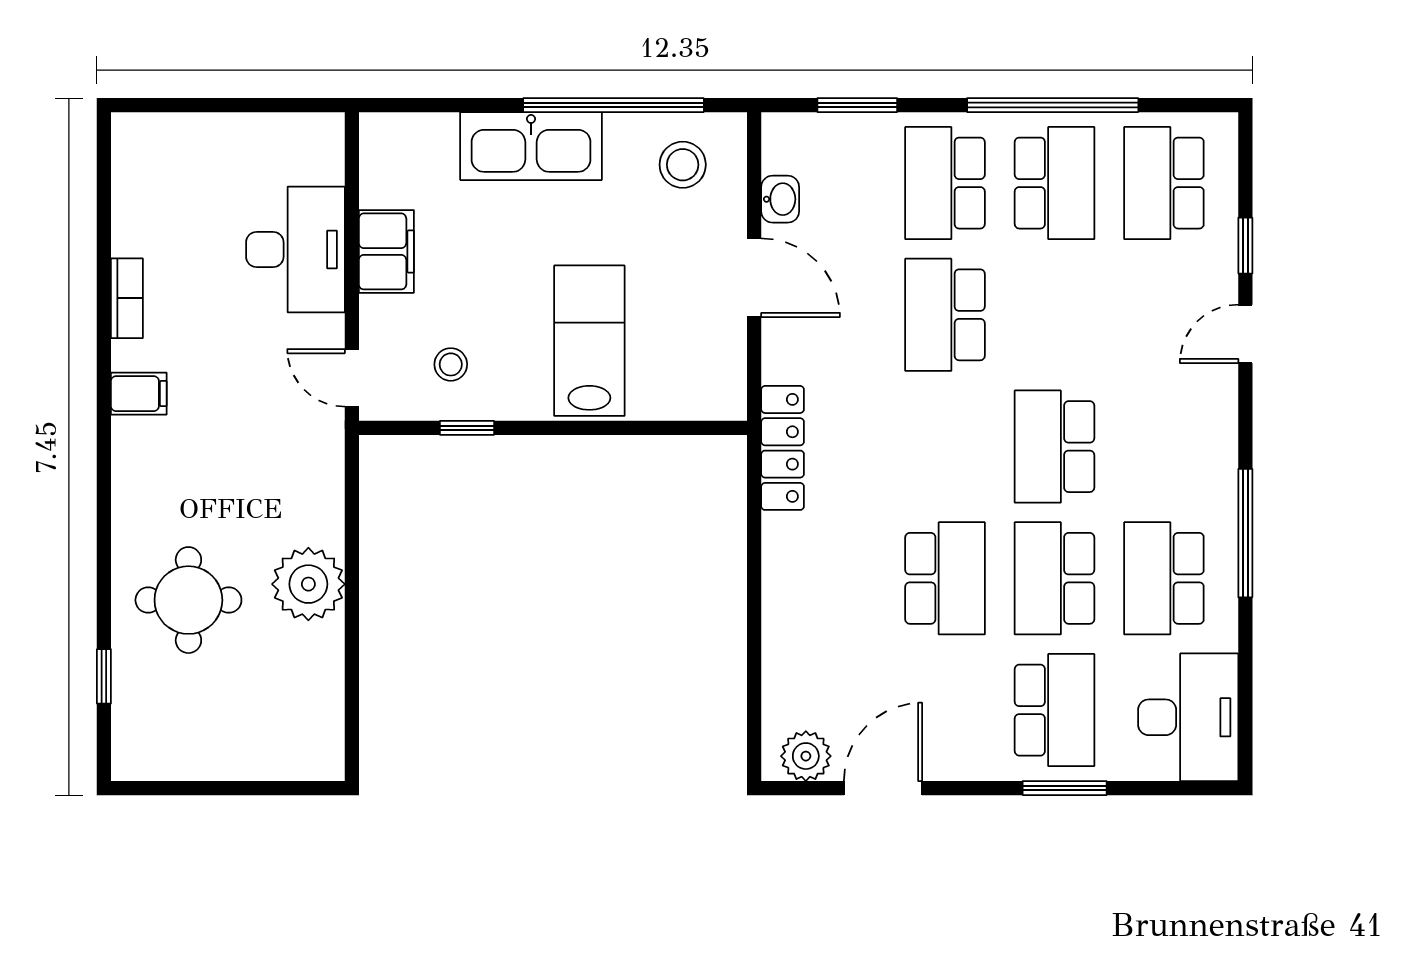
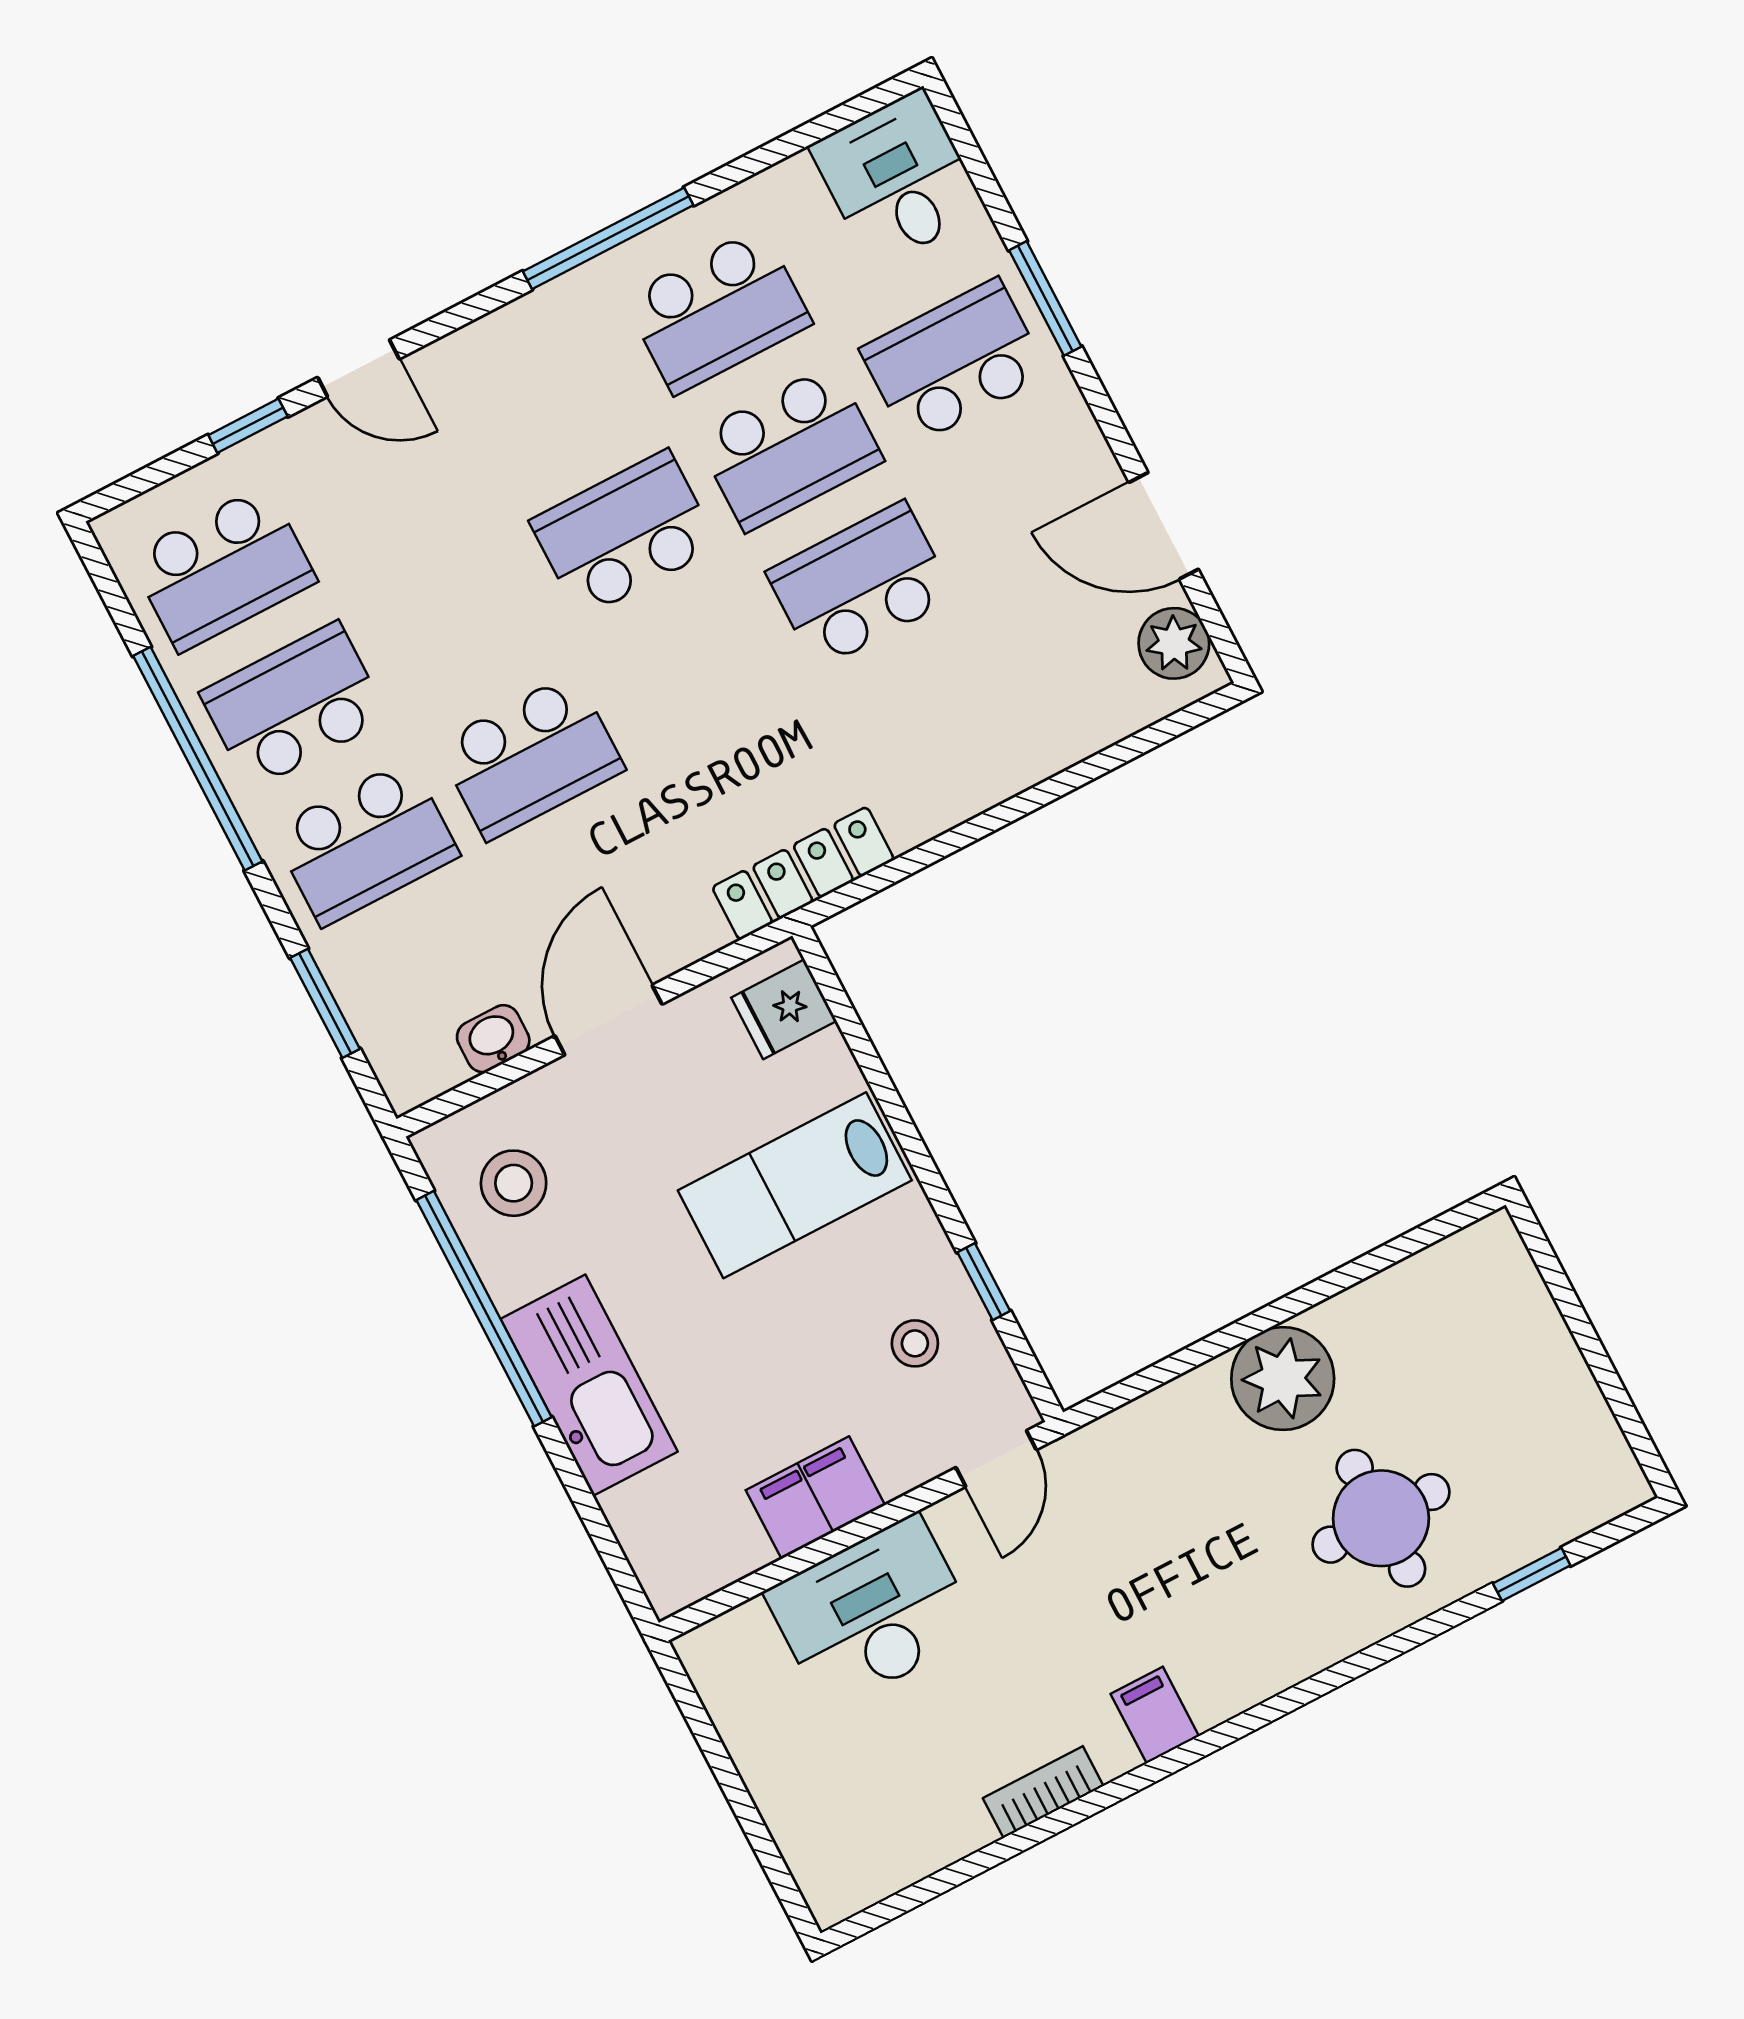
fridge: (703, 391) -> (784, 1009), added
school desk: (1054, 447) -> (624, 534), turned 180
desk: (1188, 717) -> (898, 178), width x0.73

